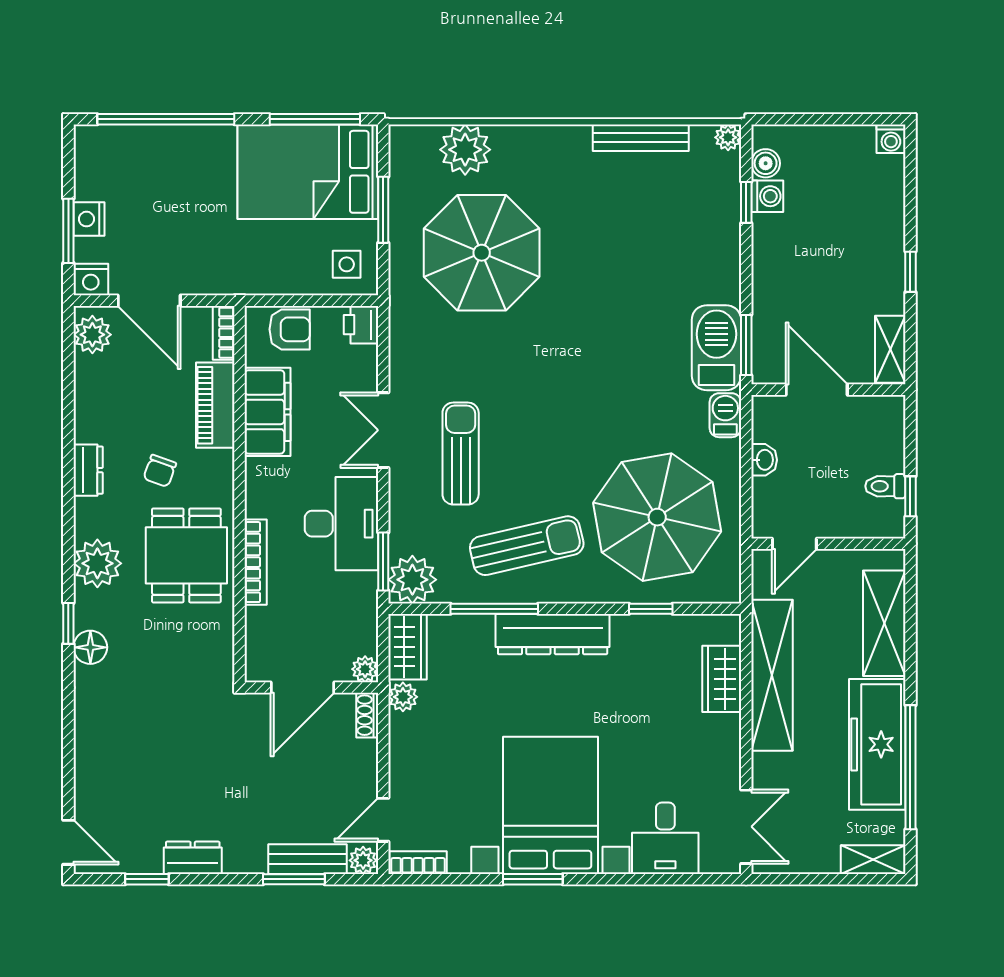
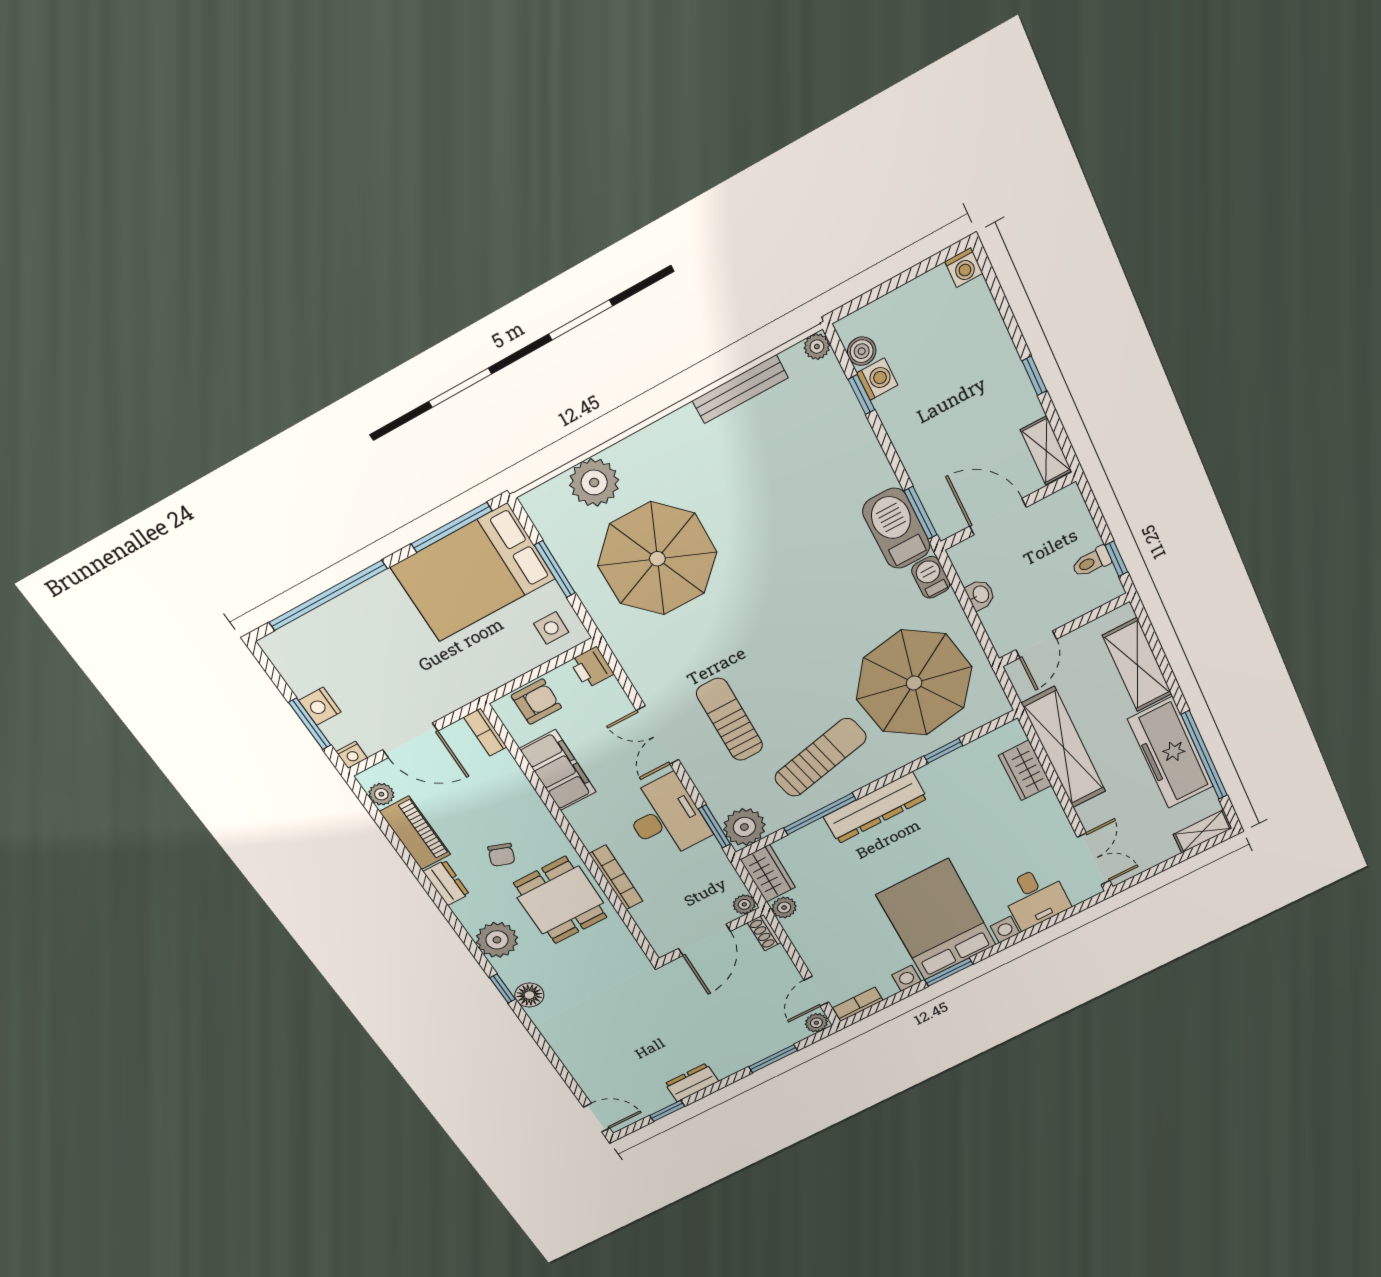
nightstand: (91, 280) -> (352, 755), width x0.72, depth x0.74
plant: (92, 335) -> (381, 794), width x0.73, depth x0.73
piano: (215, 405) -> (415, 833), moved, turned 180
bench: (307, 859) -> (775, 1042), removed

